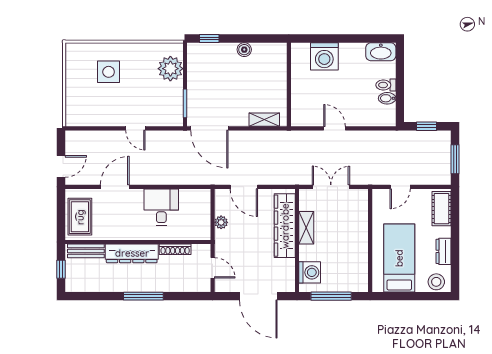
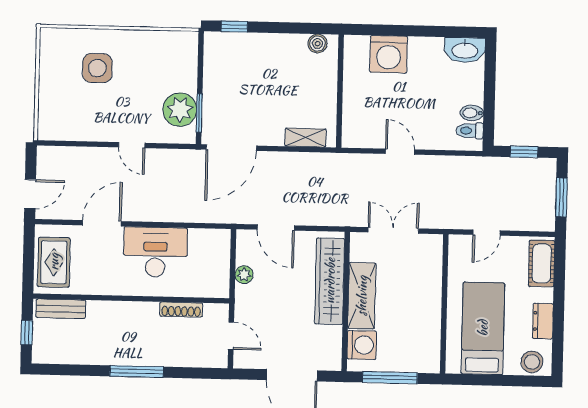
boiler: (244, 50) -> (317, 44), moved
plant: (170, 69) -> (180, 110), moved
toilet: (386, 85) -> (470, 131), moved
door: (209, 128) -> (231, 148), hinge flipped
desk: (161, 207) -> (155, 252), width x1.37
shelving: (306, 228) -> (362, 296), width x1.50, depth x1.33
dresser: (132, 253) -> (123, 313), removed

